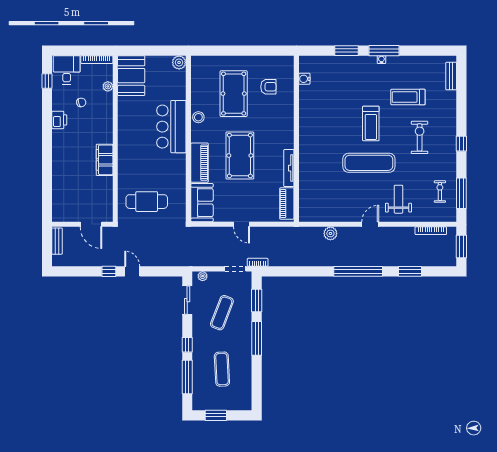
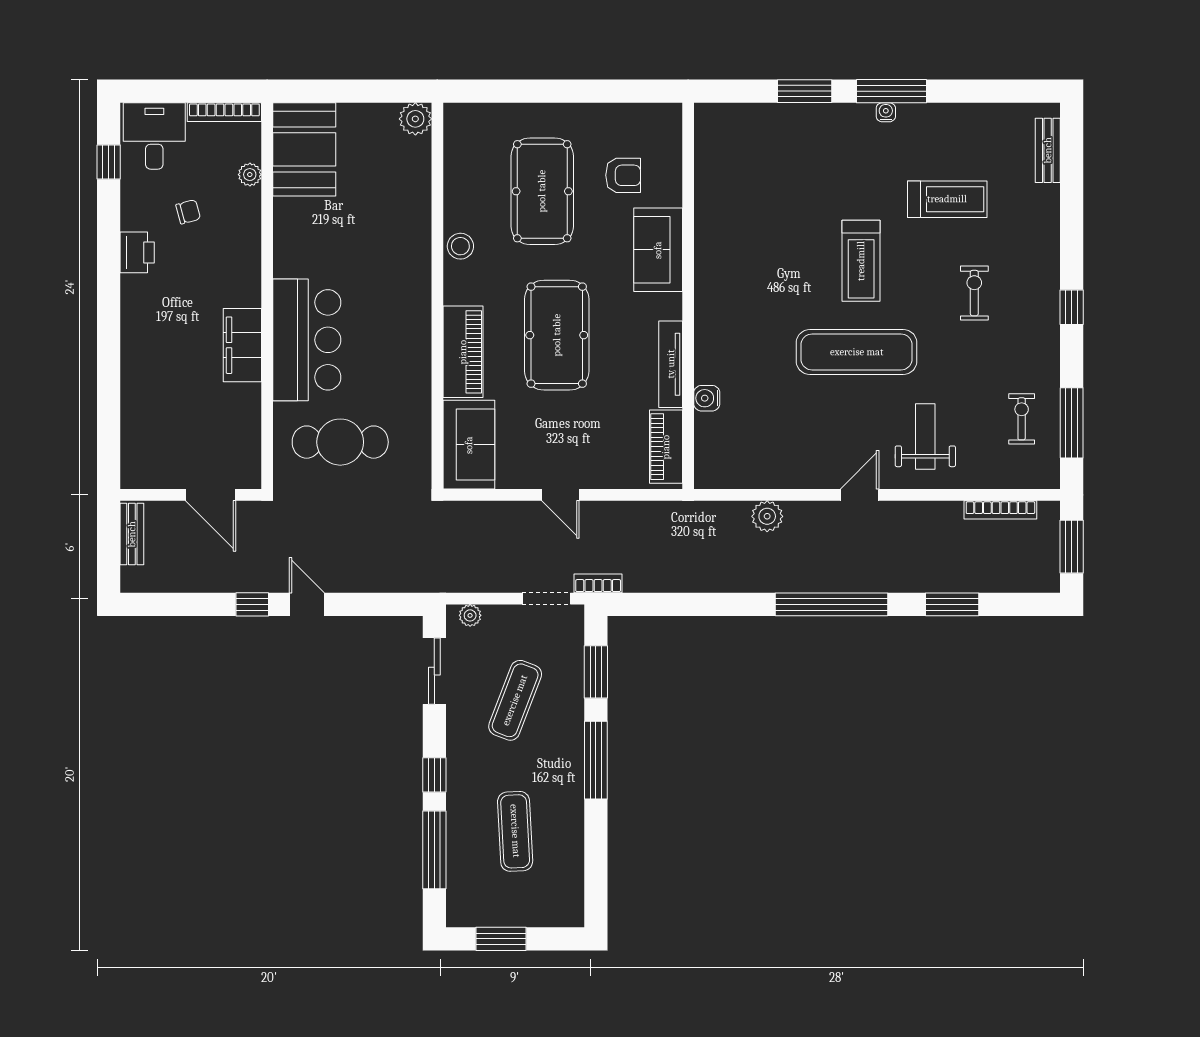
water cooler: (304, 79) -> (707, 398), moved
treadmill: (408, 97) -> (947, 199), turned 180
sofa: (284, 119) -> (658, 250), added
bar counter: (171, 127) -> (307, 340), moved, turned 180
exercise bike: (420, 137) -> (974, 293), width x0.73, depth x0.72

